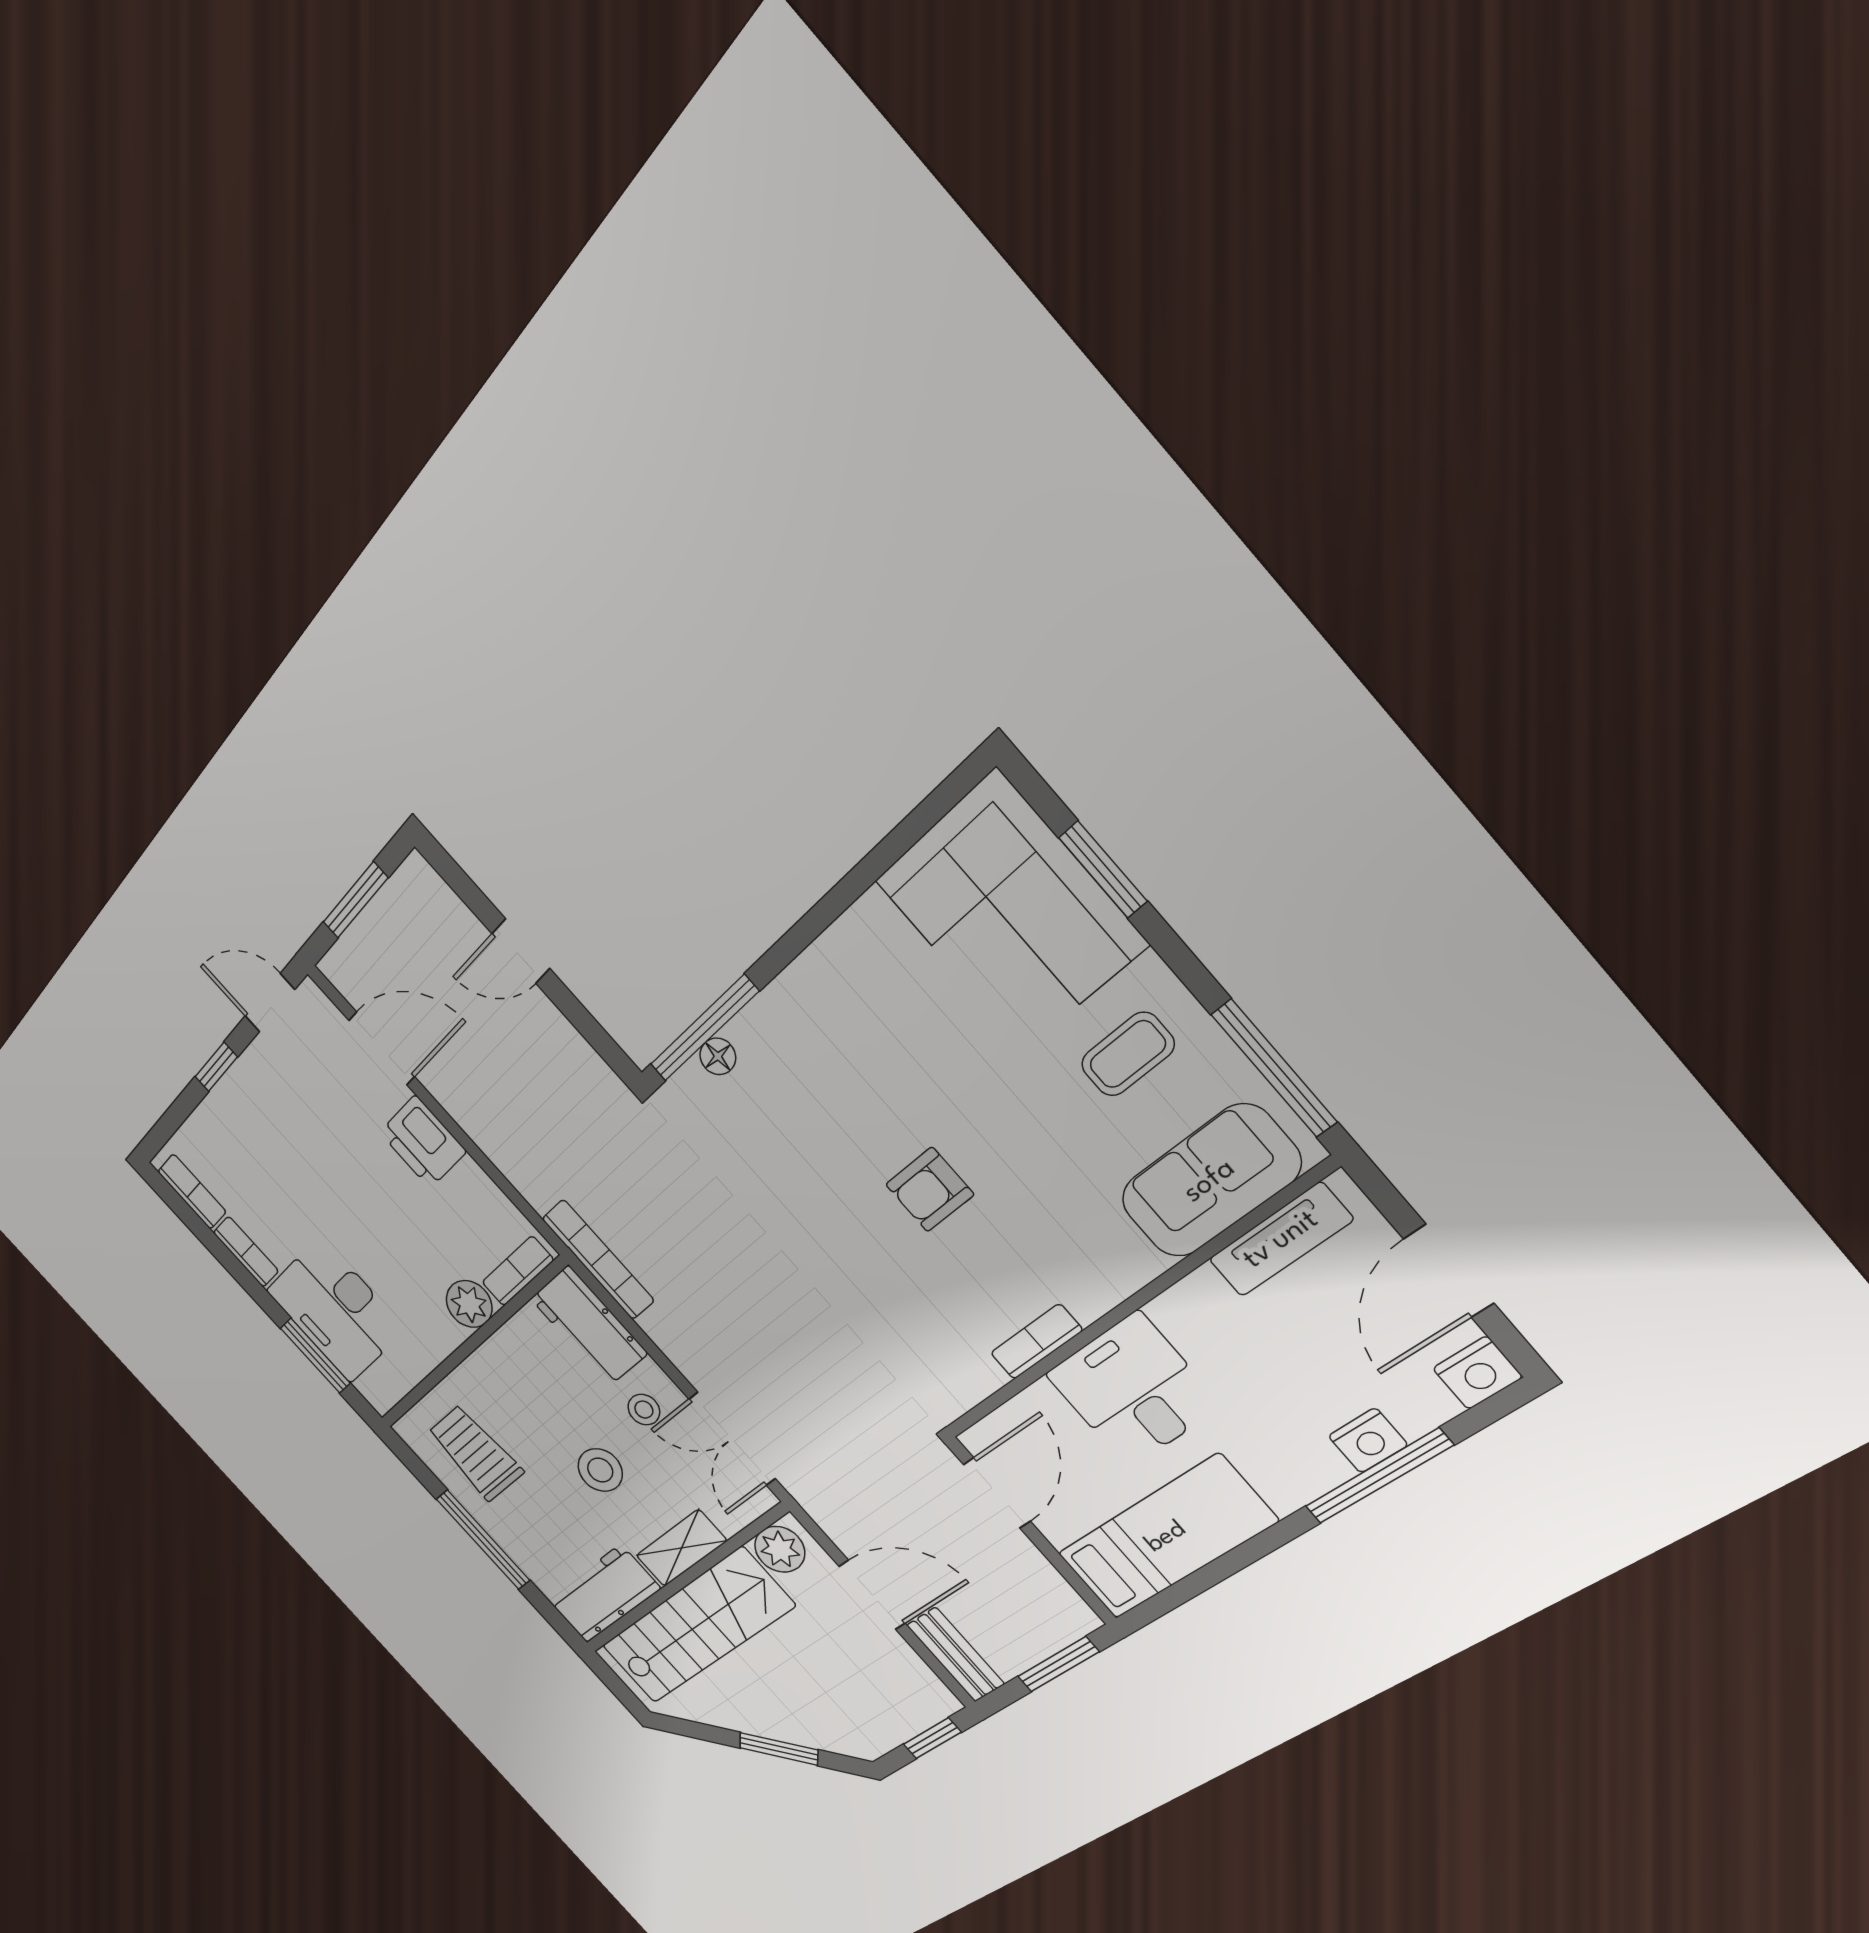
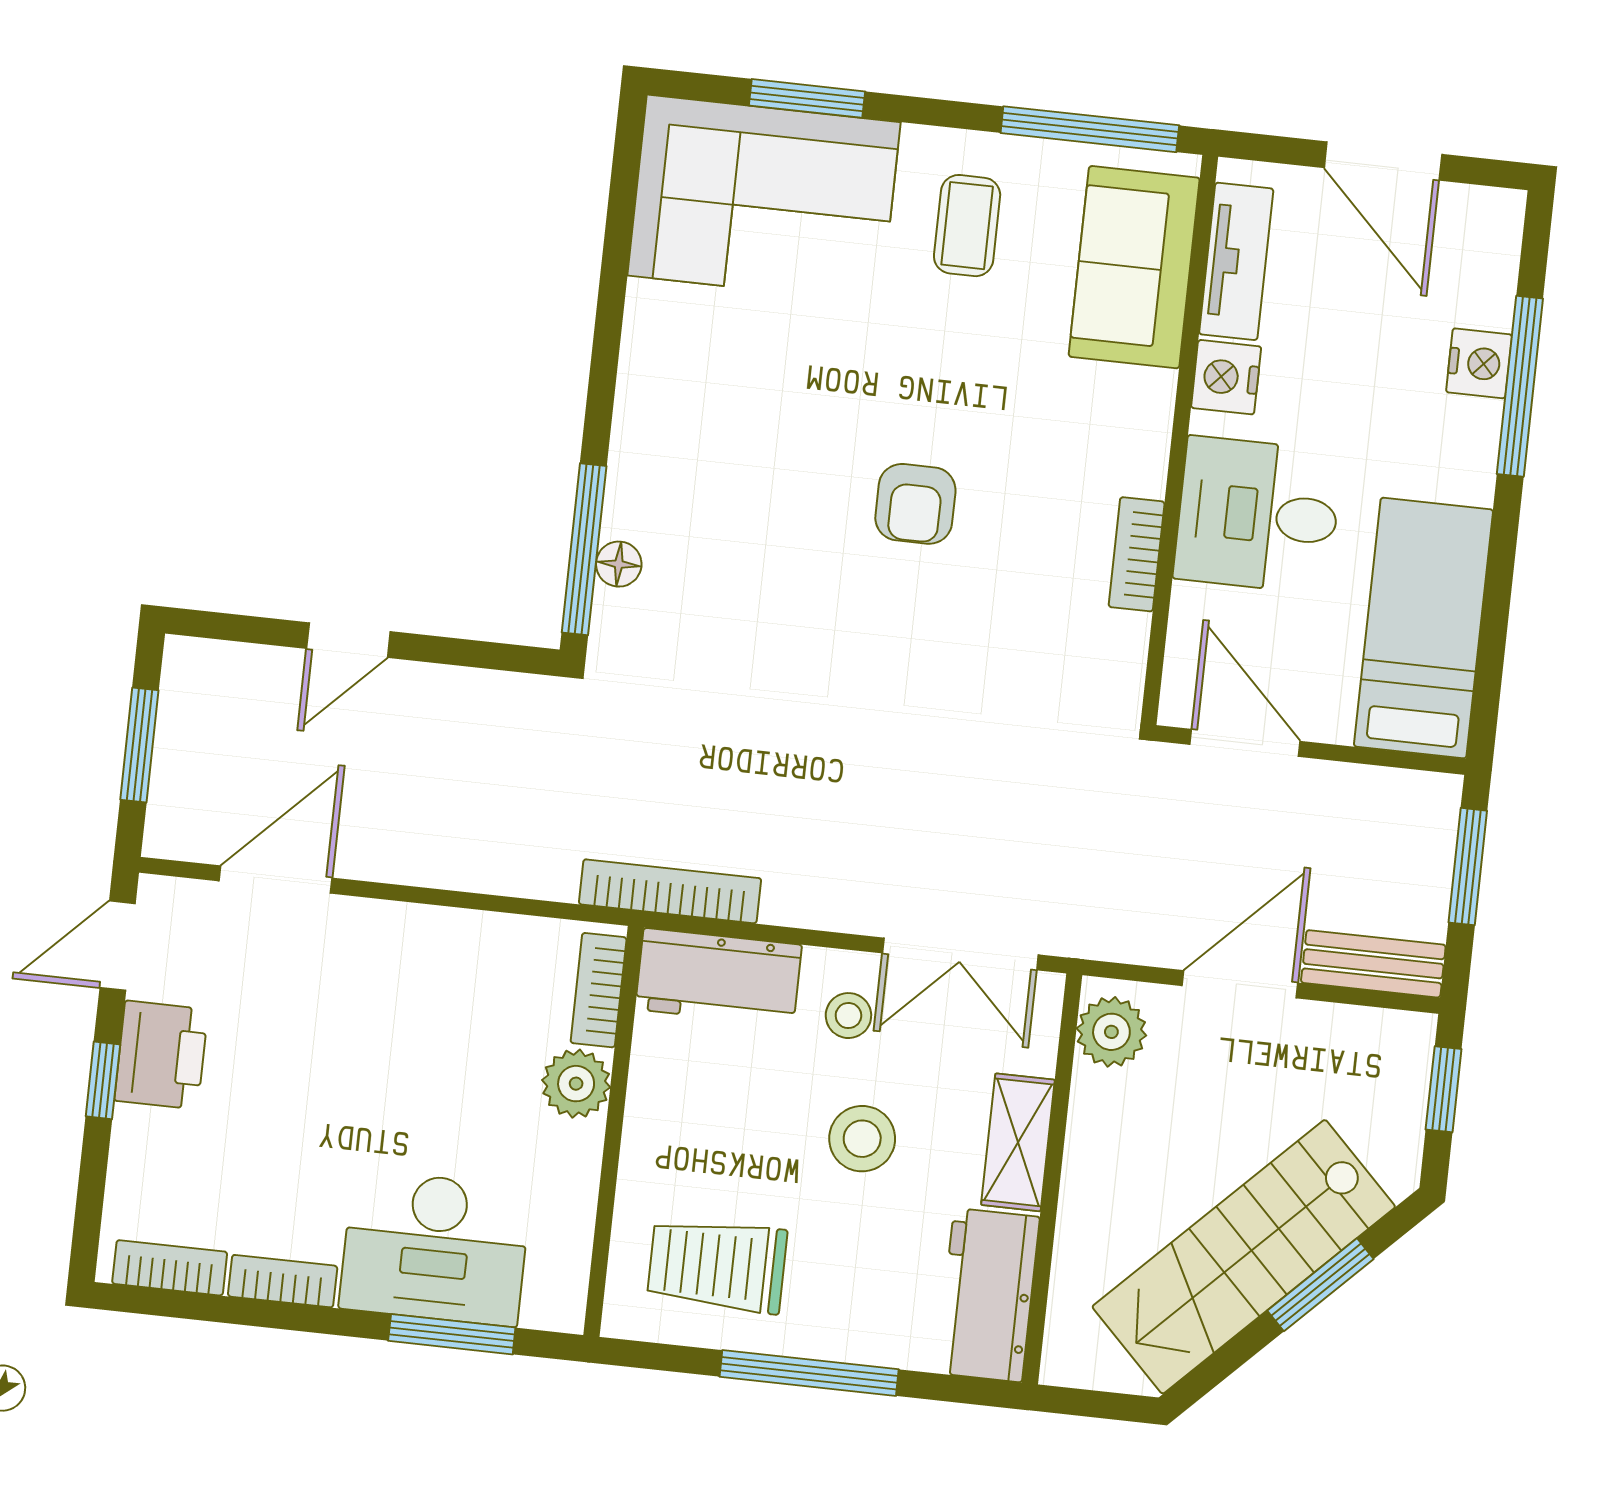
printer: (423, 1142) -> (161, 1055), moved, turned -90
nightstand: (1477, 1373) -> (1226, 377), moved, turned 180
stairs: (697, 1626) -> (1244, 1257), moved, turned -135

